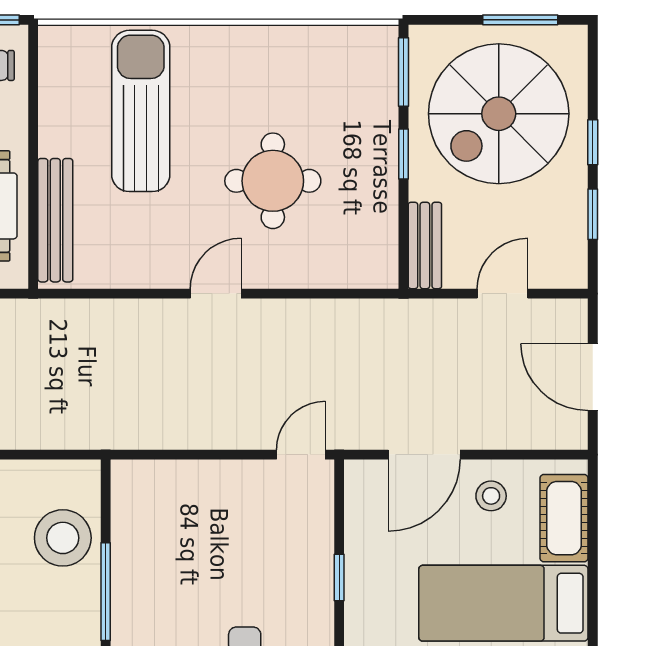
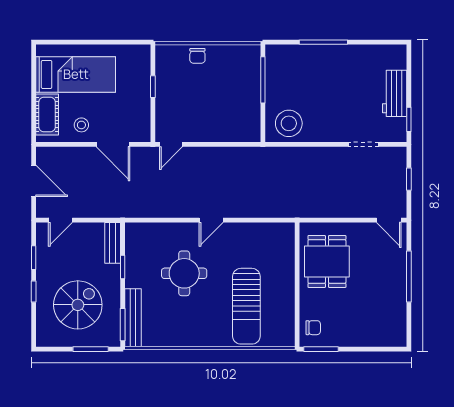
window: (520, 20) -> (91, 349), moved
spiral stairs: (499, 114) -> (78, 305), width x0.73, depth x0.73
window: (404, 154) -> (123, 267), moved
bench: (55, 220) -> (133, 318), moved
door: (502, 294) -> (60, 220), moved
door: (424, 455) -> (113, 144), swing flipped
stool: (63, 538) -> (289, 123), moved

